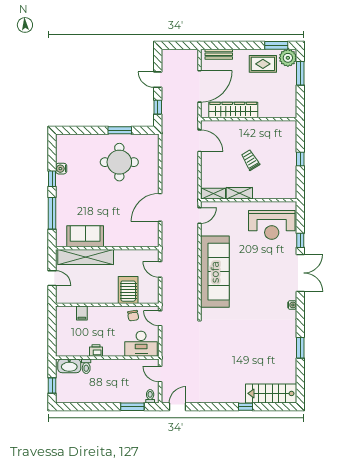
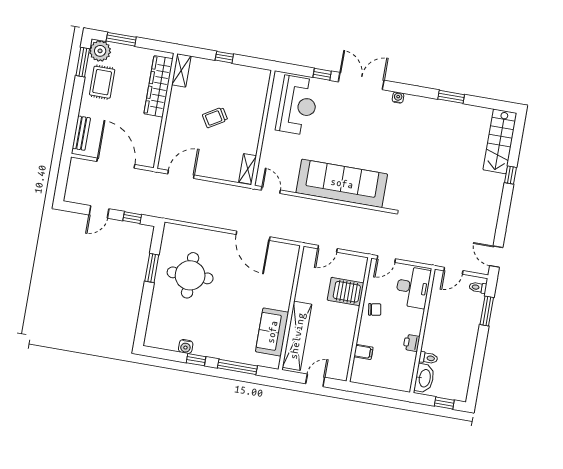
wardrobe: (233, 110) -> (159, 86), moved
shelving: (239, 193) -> (181, 70), moved
chair: (133, 316) -> (375, 309), moved

